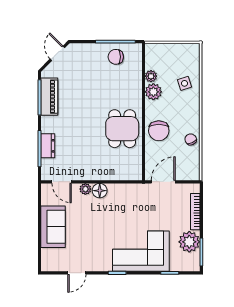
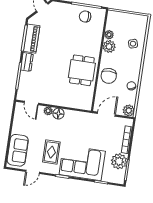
dresser: (48, 146) -> (27, 62), moved
plant: (192, 173) -> (129, 110), added
sofa: (53, 227) -> (18, 150), moved
rug: (98, 243) -> (51, 152), added

